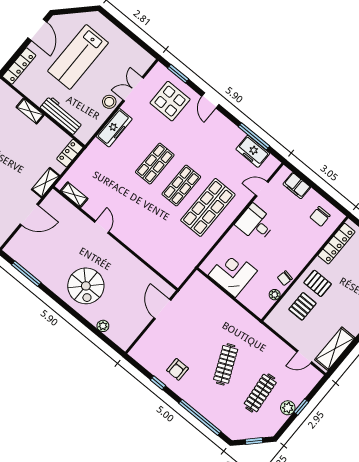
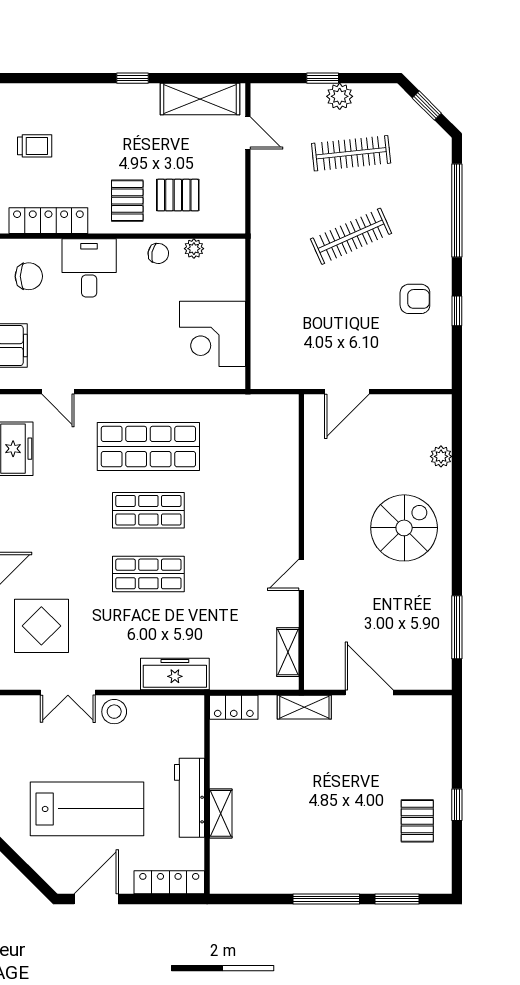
workbench: (61, 115) -> (190, 798), moved
freezer: (114, 128) -> (175, 674), moved
desk: (255, 223) -> (89, 268), moved, turned 180

